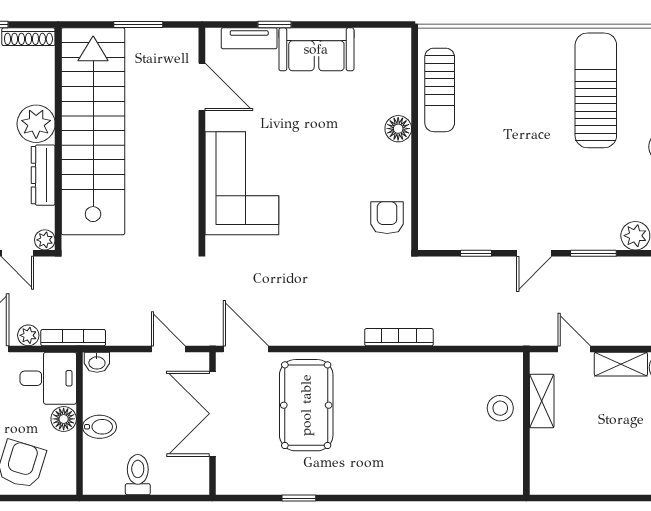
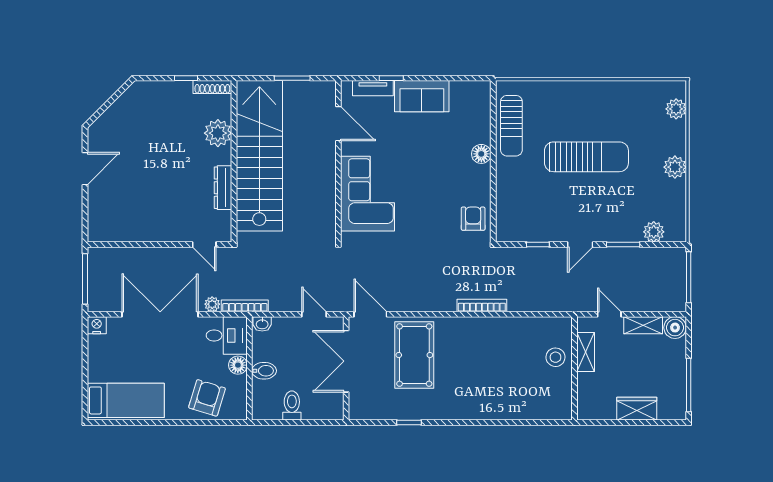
sun lounger: (596, 90) -> (586, 157), moved, turned 90
plant: (36, 124) -> (218, 133), moved
plant: (45, 240) -> (224, 235), removed
wardrobe: (612, 479) -> (637, 409), added

